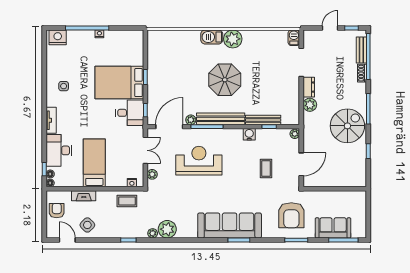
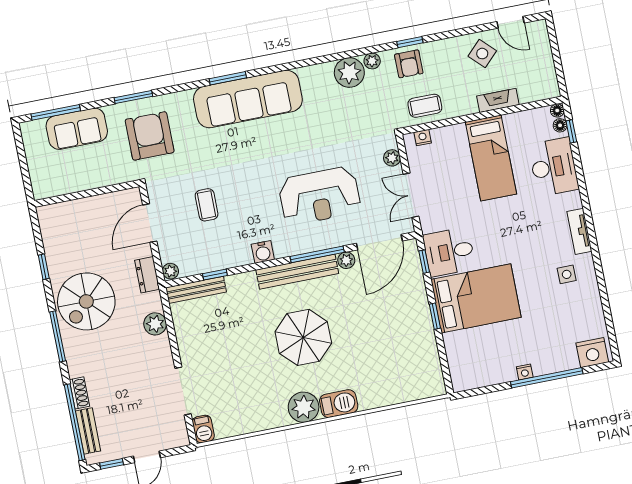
dresser: (309, 87) -> (147, 275), moved
tv unit: (51, 120) -> (579, 231), moved
bench: (263, 120) -> (196, 290), moved
water cooler: (249, 134) -> (263, 252), moved
armchair: (57, 211) -> (409, 64), moved

